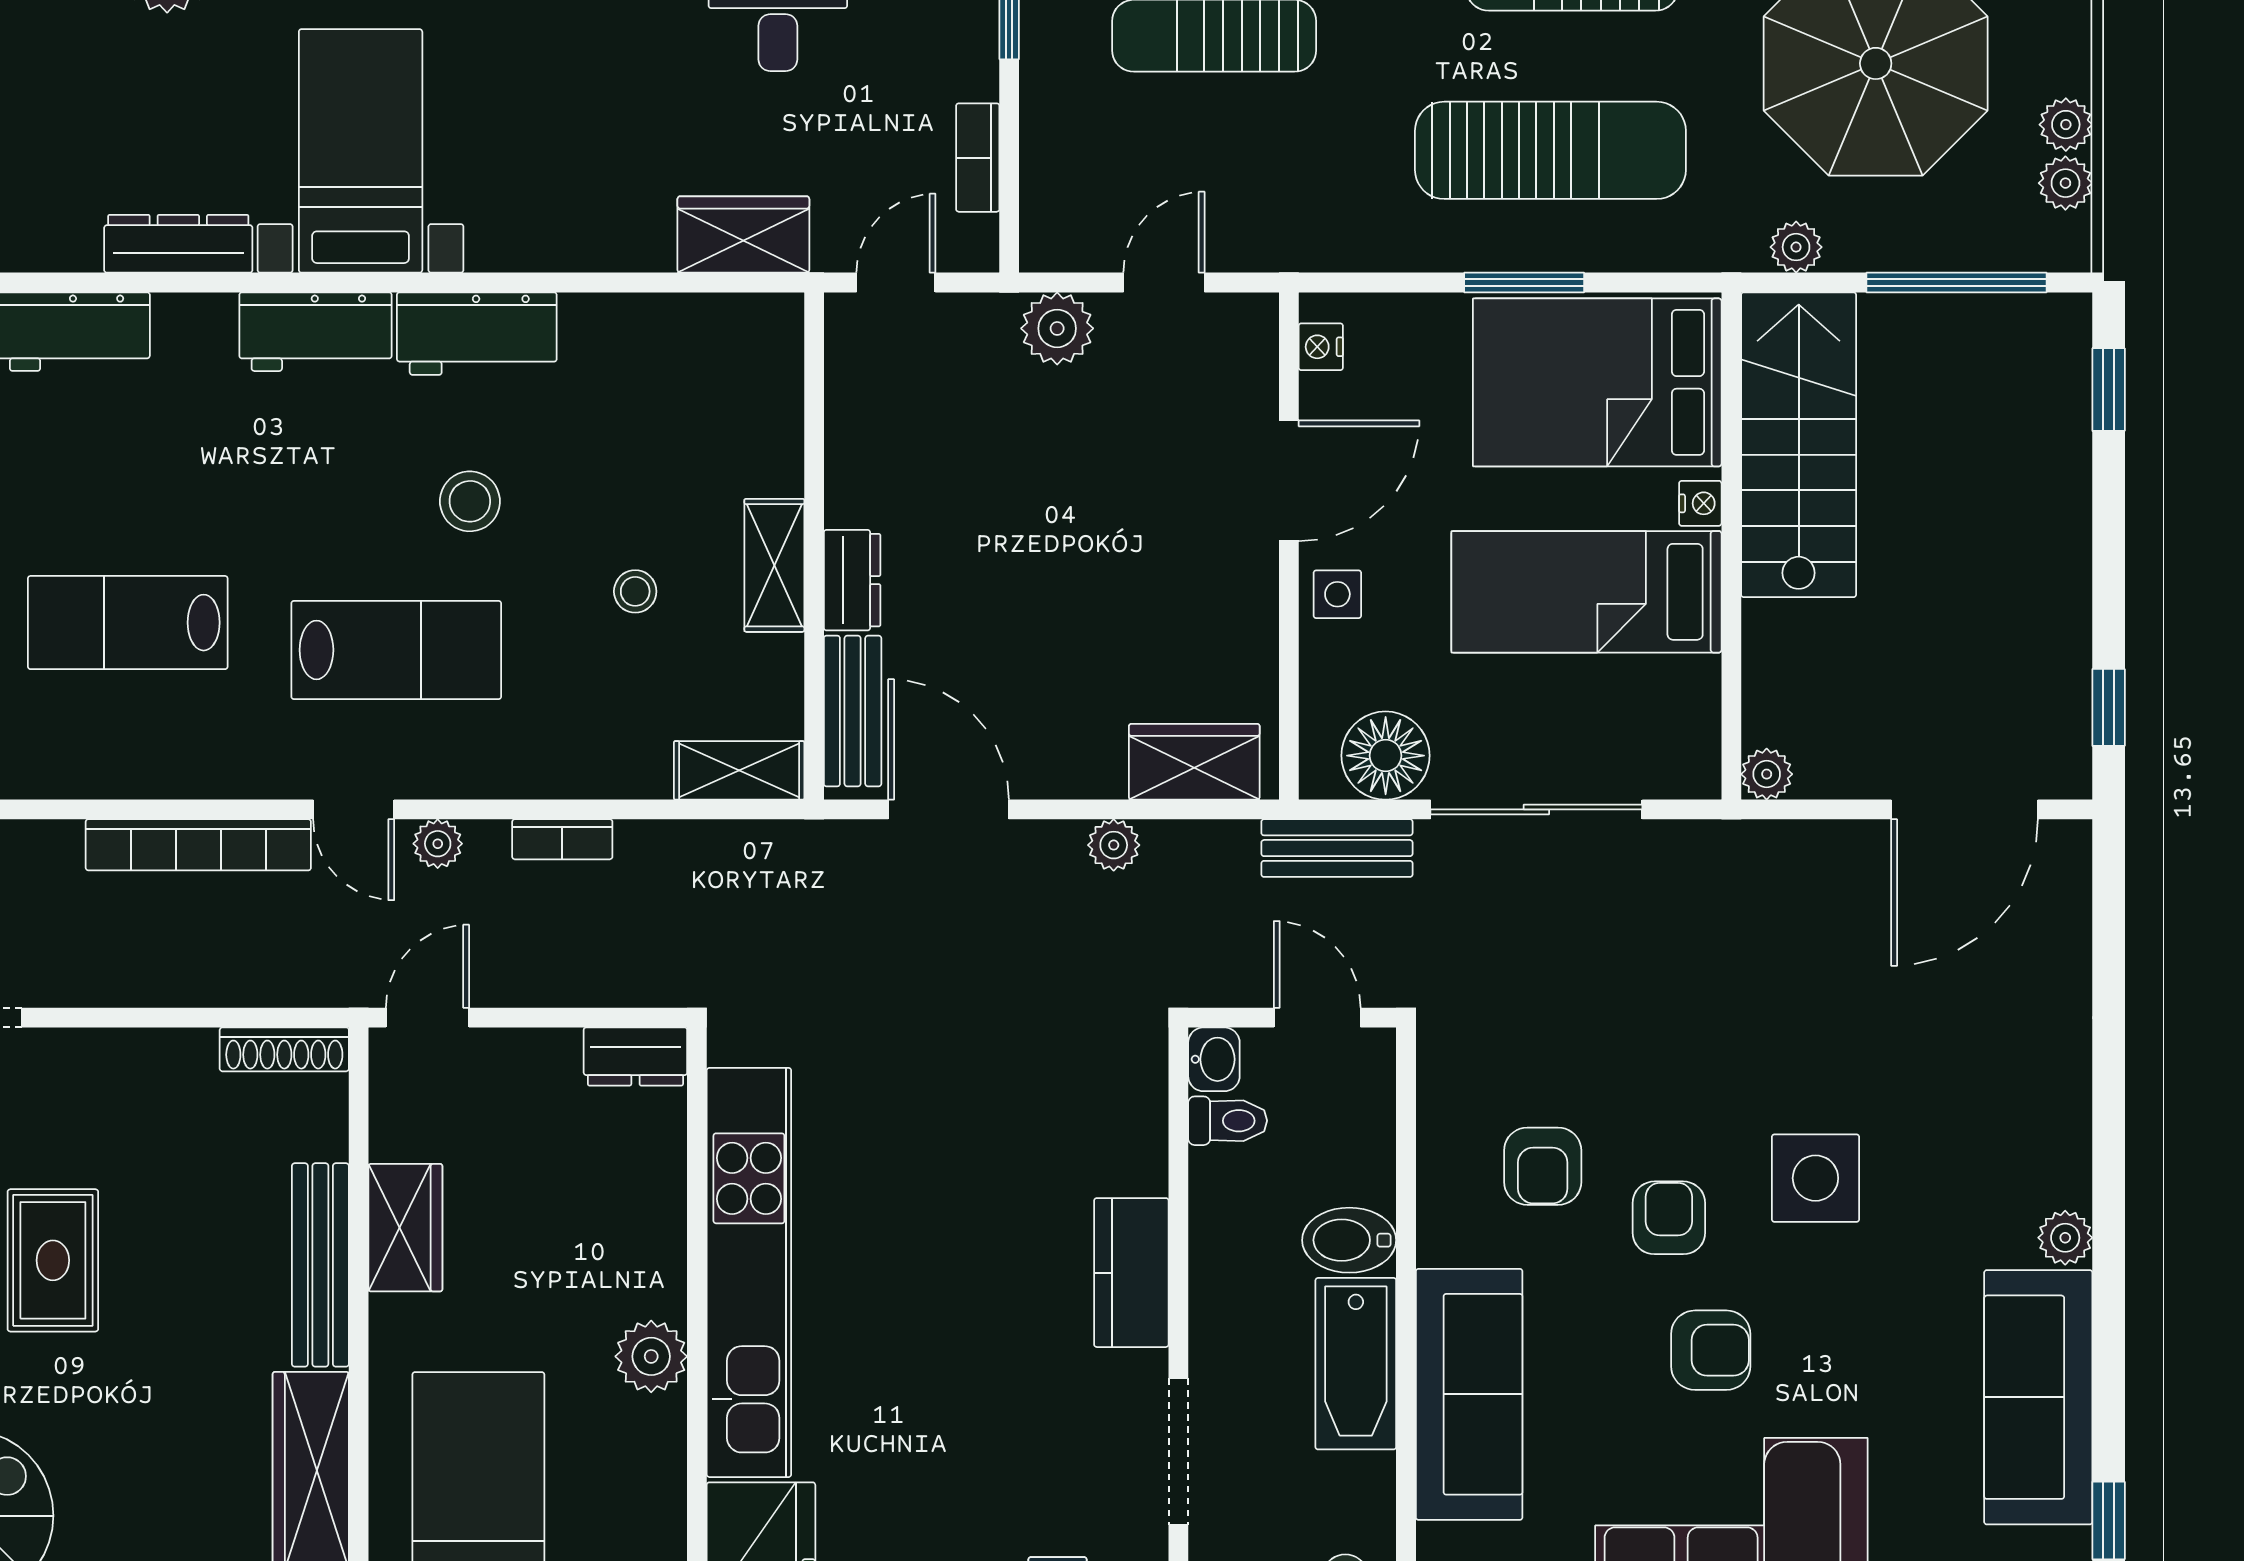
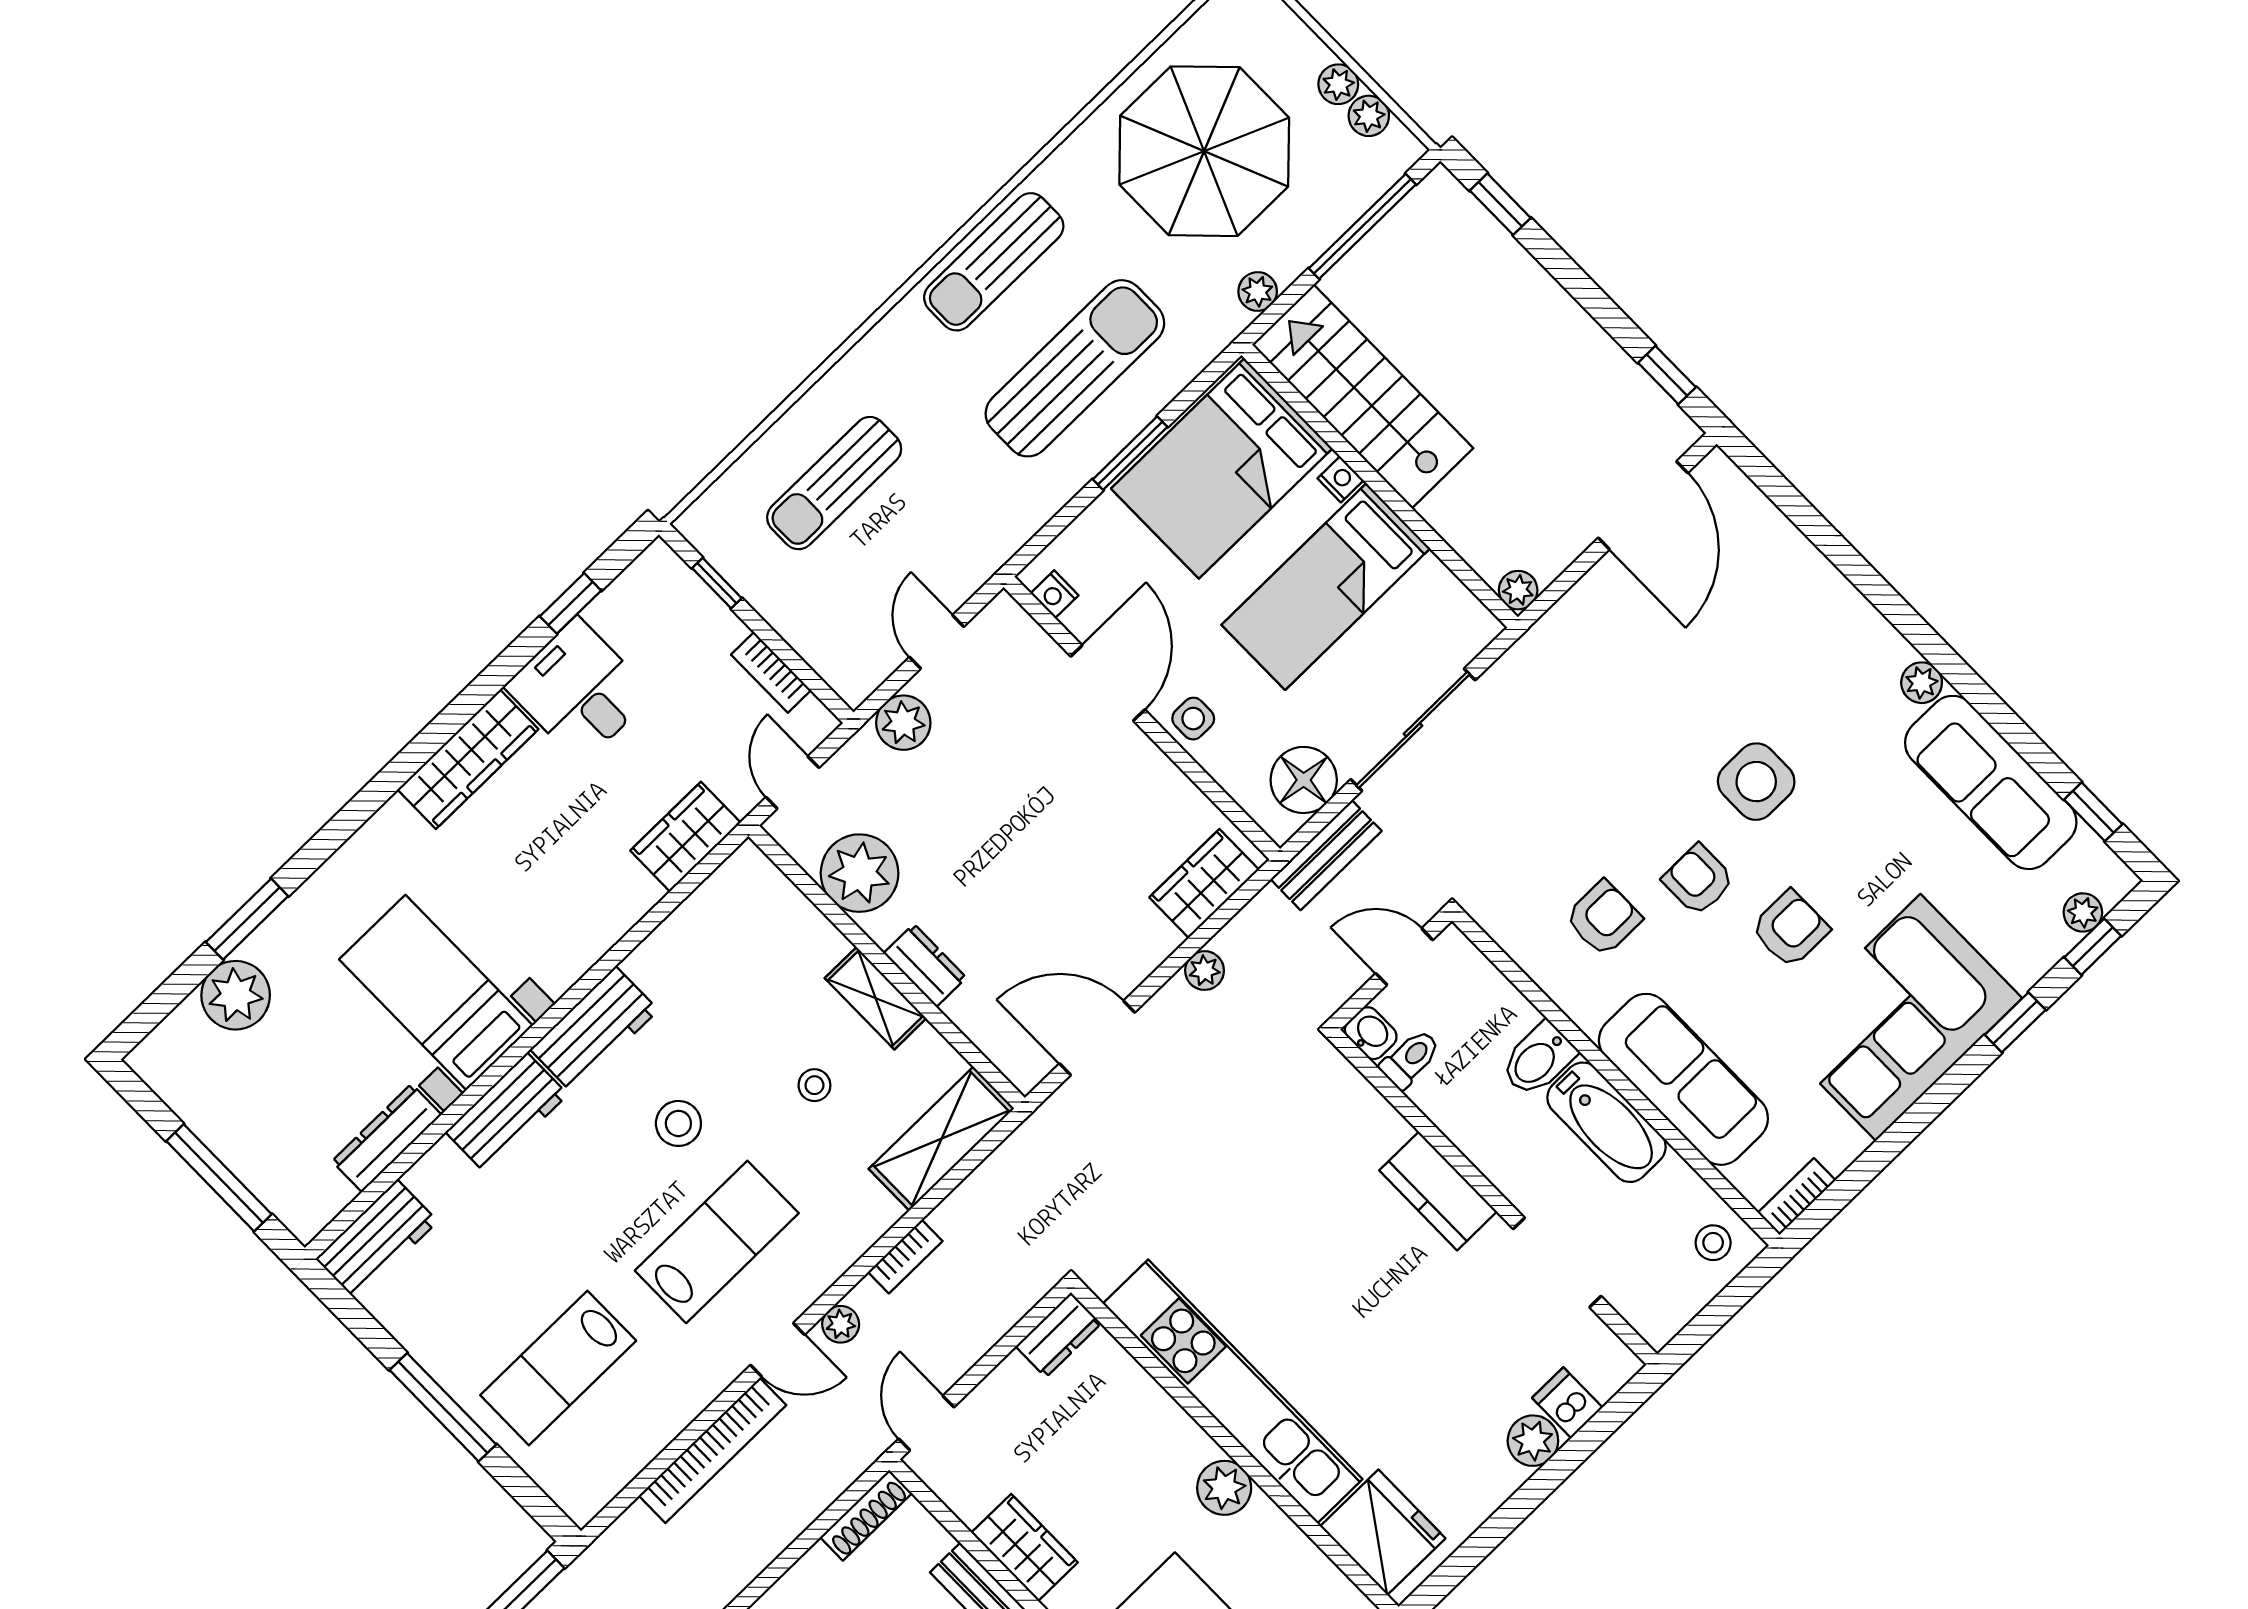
plant: (875, 431) -> (860, 873), added
bench: (853, 711) -> (994, 1035), removed
shelving: (739, 770) -> (942, 1139), width x1.50, depth x1.33
armchair: (1543, 1166) -> (1603, 918), turned -90

